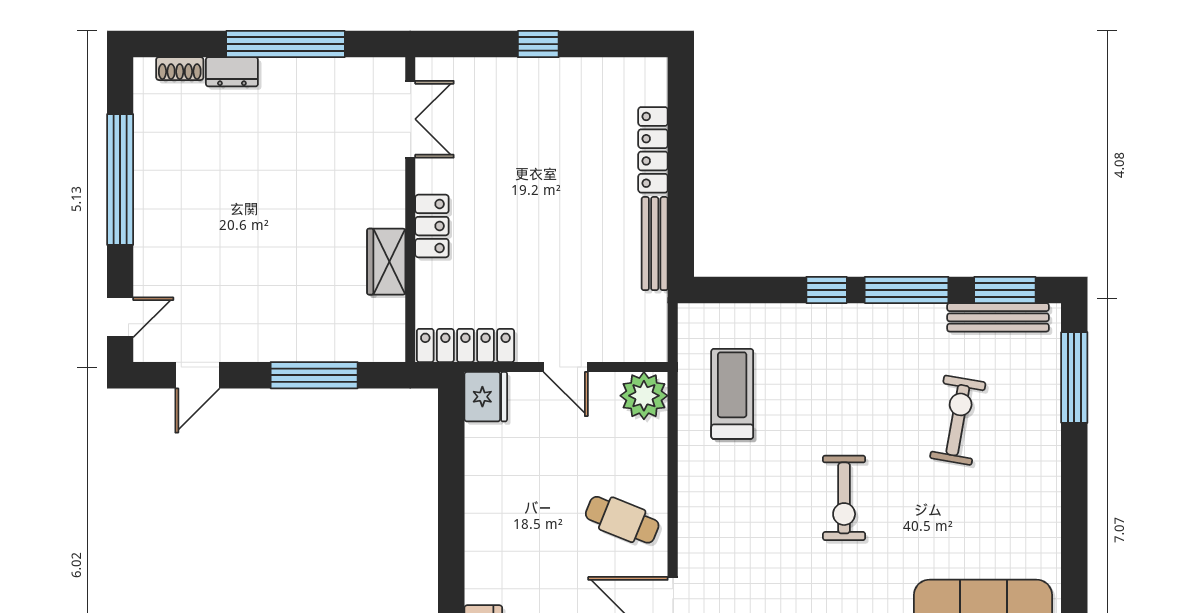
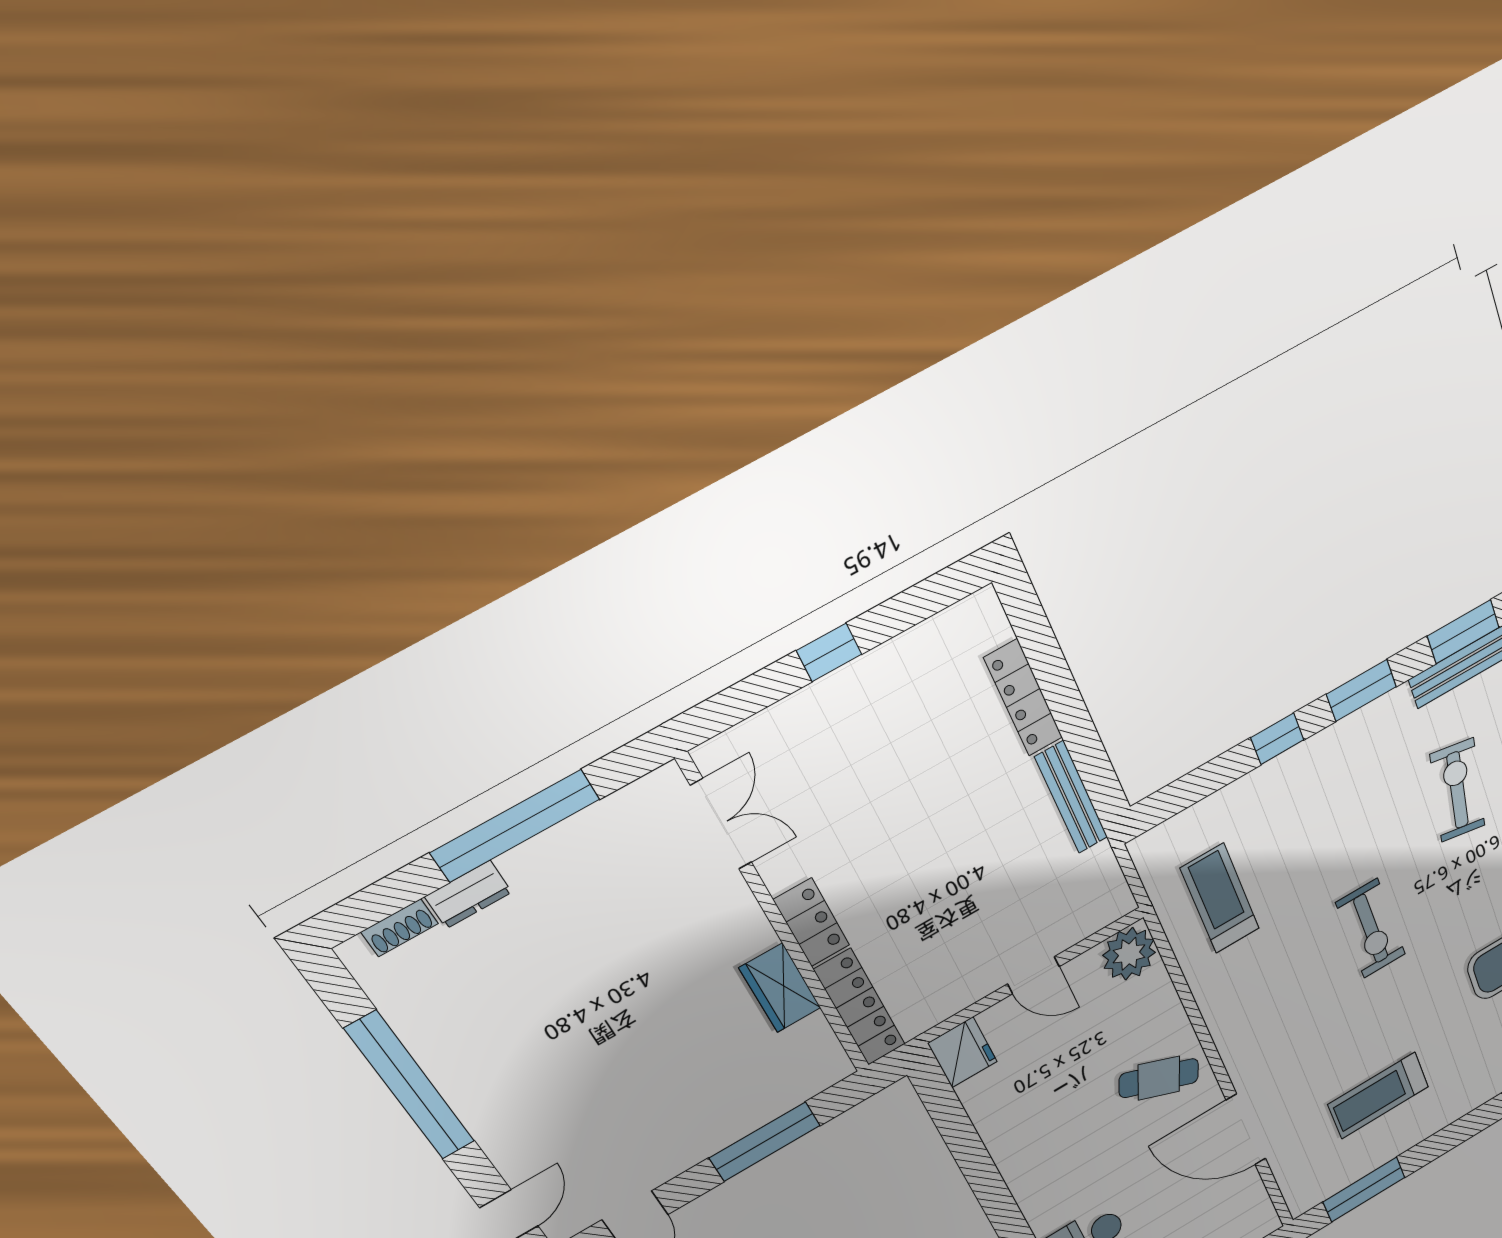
window: (907, 290) -> (1361, 690), width x0.69
locker: (465, 345) -> (860, 1007), moved, turned 90

